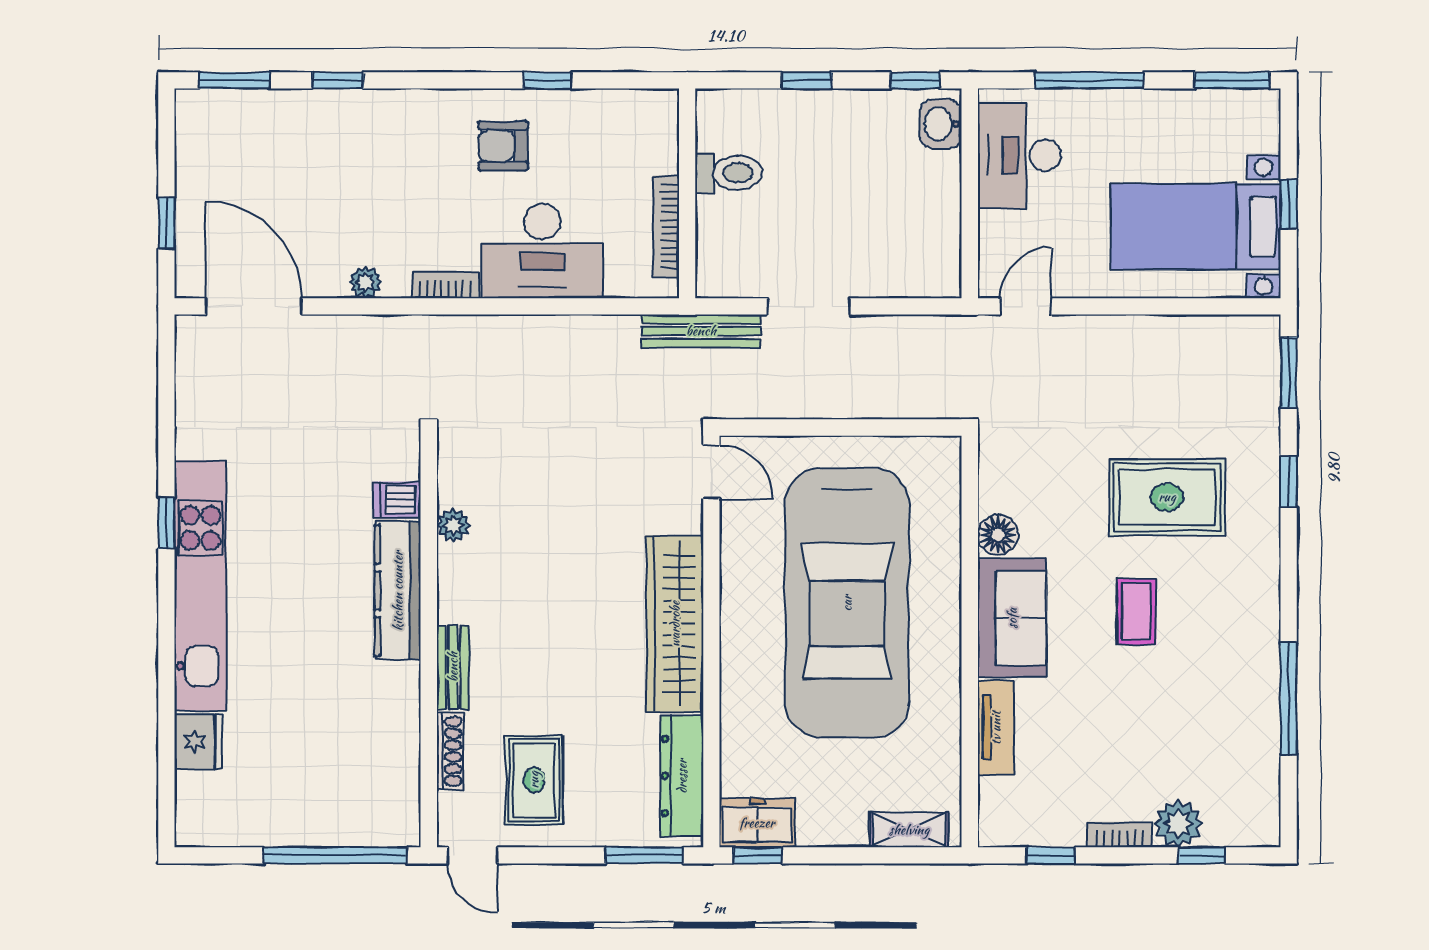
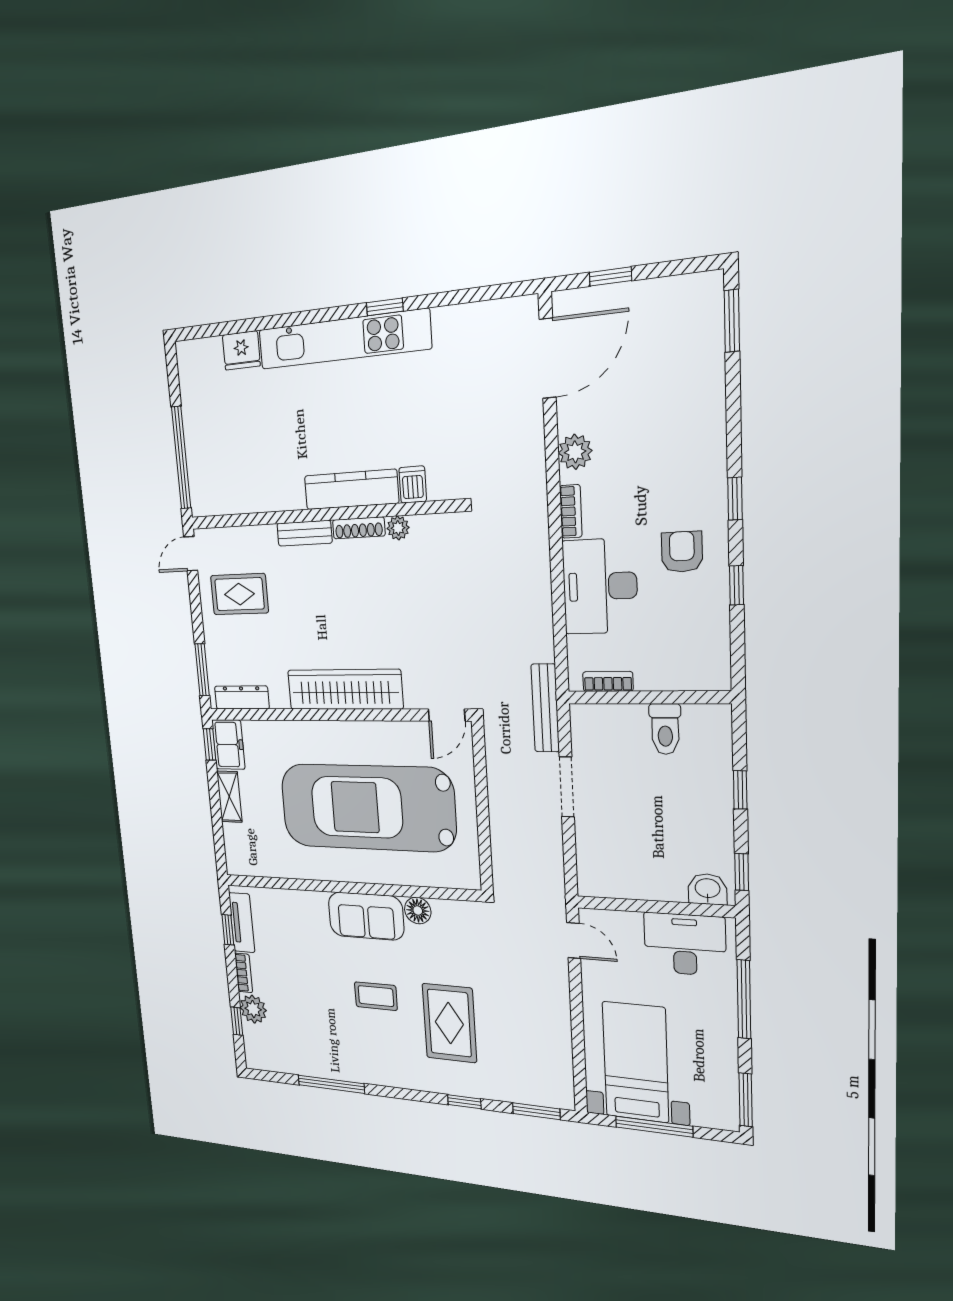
window: (338, 80) -> (735, 499), moved
window: (1289, 204) -> (654, 1127), width x2.17
bookcase: (666, 227) -> (608, 681), width x0.64
plant: (365, 282) -> (575, 452), width x1.38, depth x1.38
tv unit: (996, 728) -> (242, 923), moved, turned -90
shoe rack: (450, 751) -> (359, 528), moved
dresser: (682, 776) -> (242, 697), width x0.73, depth x0.80
shelving: (909, 830) -> (229, 797), moved

